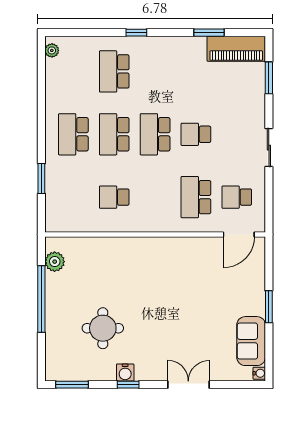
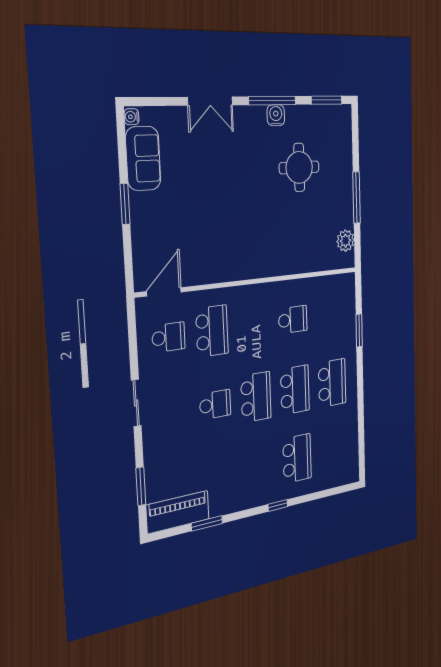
plant: (52, 50) -> (353, 468), removed
window: (41, 299) -> (357, 198), width x0.68
window: (128, 385) -> (272, 101), width x2.17

